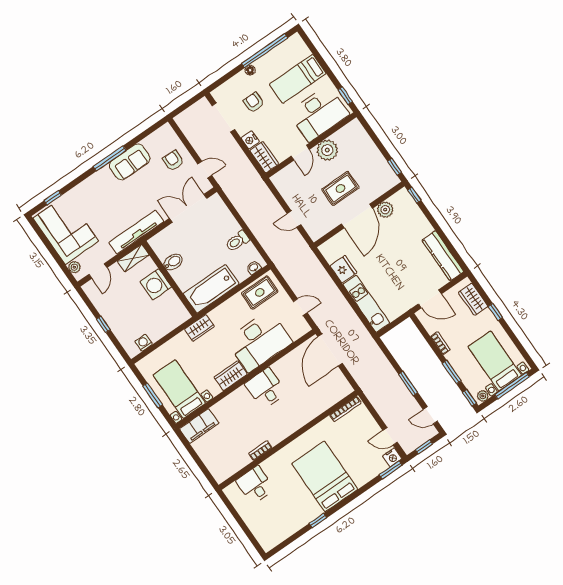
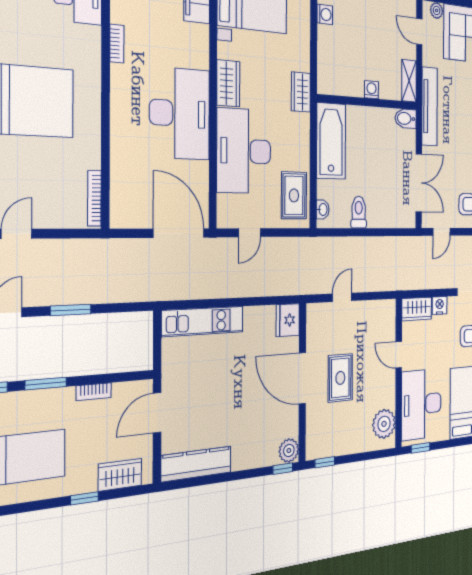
plant: (327, 150) -> (384, 424), moved
plant: (385, 210) -> (289, 451), moved
bidet: (173, 262) -> (406, 118), moved, turned 90
fridge: (343, 269) -> (288, 320), moved, turned 90
washing machine: (156, 284) -> (372, 90), width x0.53, depth x0.53
desk: (266, 388) -> (180, 113), width x1.87, depth x1.30

